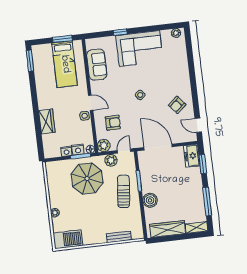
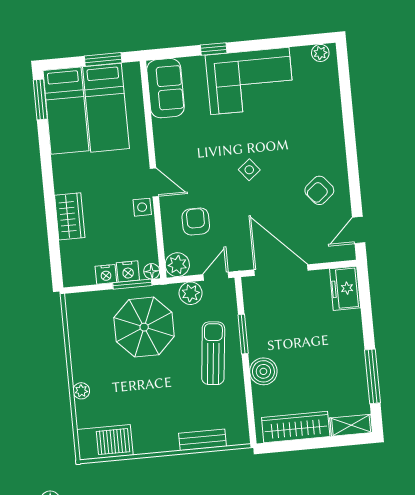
sofa: (97, 65) -> (166, 88), moved
bed: (44, 66) -> (66, 111), added
armchair: (113, 123) -> (196, 221), turned -90
door: (198, 125) -> (359, 230), hinge flipped
window: (203, 164) -> (366, 304), removed

